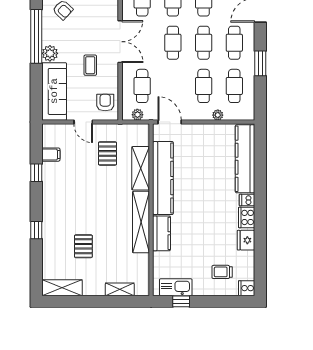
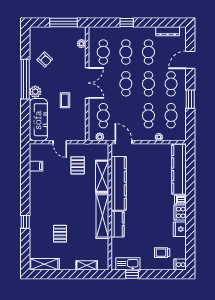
armchair: (105, 103) -> (76, 128), removed
window: (36, 173) -> (25, 180), removed

